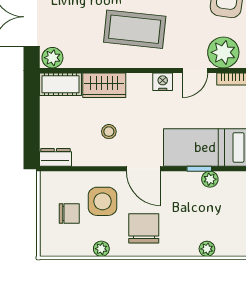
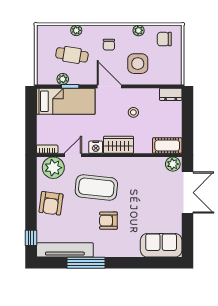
coffee table: (135, 29) -> (96, 187), moved
wardrobe: (104, 85) -> (119, 145), moved
chair: (69, 213) -> (164, 39), moved
cafe table: (197, 214) -> (72, 55), added
chair: (144, 228) -> (109, 45), width x0.54, depth x0.54
plant: (207, 249) -> (76, 30), moved

